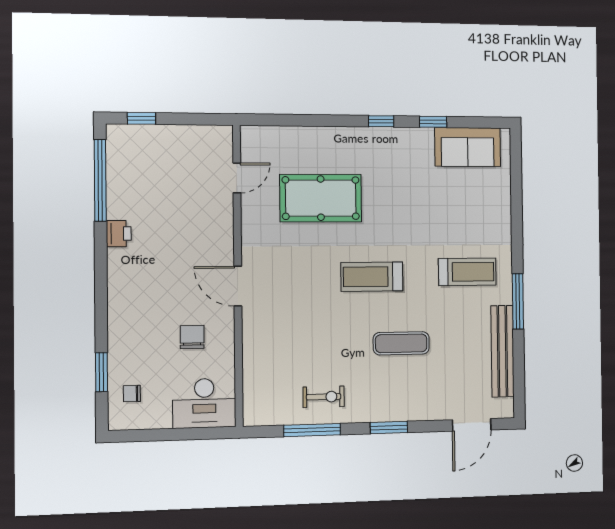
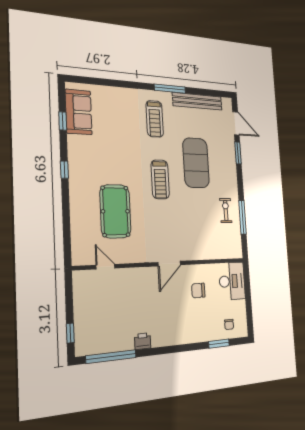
window: (433, 122) -> (63, 121), moved
treadmill: (467, 272) -> (155, 119), turned 180
exercise mat: (401, 343) -> (196, 163), width x2.00, depth x1.45
window: (389, 428) -> (238, 153), moved

